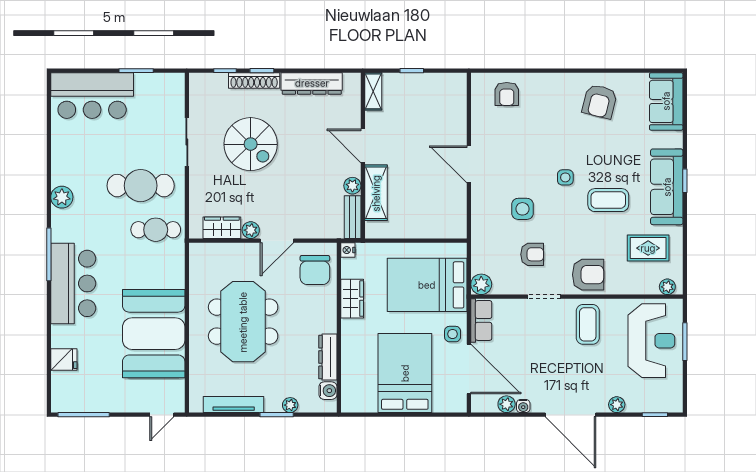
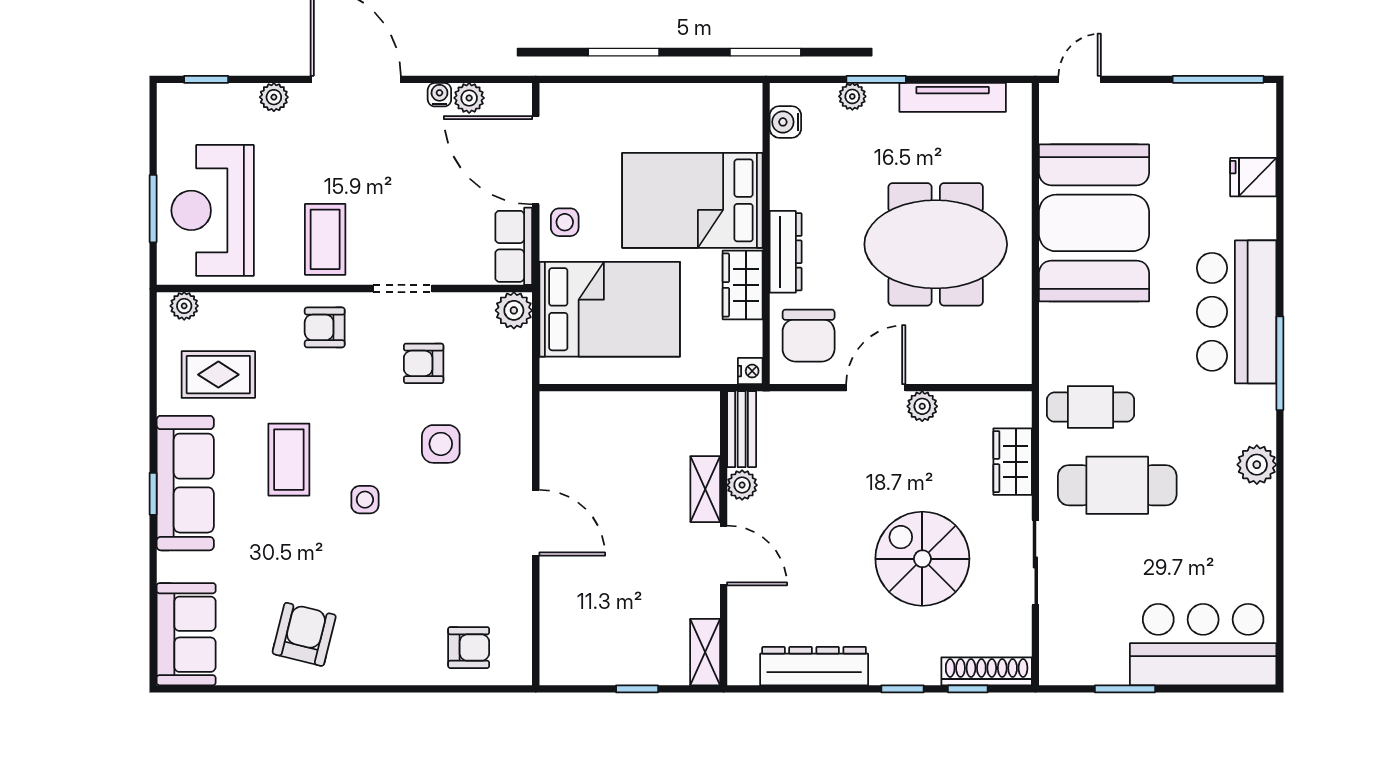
shoe rack: (254, 80) -> (987, 671), moved
armchair: (507, 94) -> (469, 648), turned 90
shelving: (376, 193) -> (705, 489), width x0.67, depth x0.75
coffee table: (608, 200) -> (289, 460), turned 90
wardrobe: (222, 228) -> (1013, 462), moved, turned 90
chair: (315, 270) -> (809, 336), turned 180
armchair: (588, 275) -> (325, 327), width x0.72, depth x0.72
meeting table: (243, 322) -> (936, 244), turned 90
dresser: (328, 357) -> (786, 252), moved
bed: (405, 373) -> (692, 200), moved, turned 90

